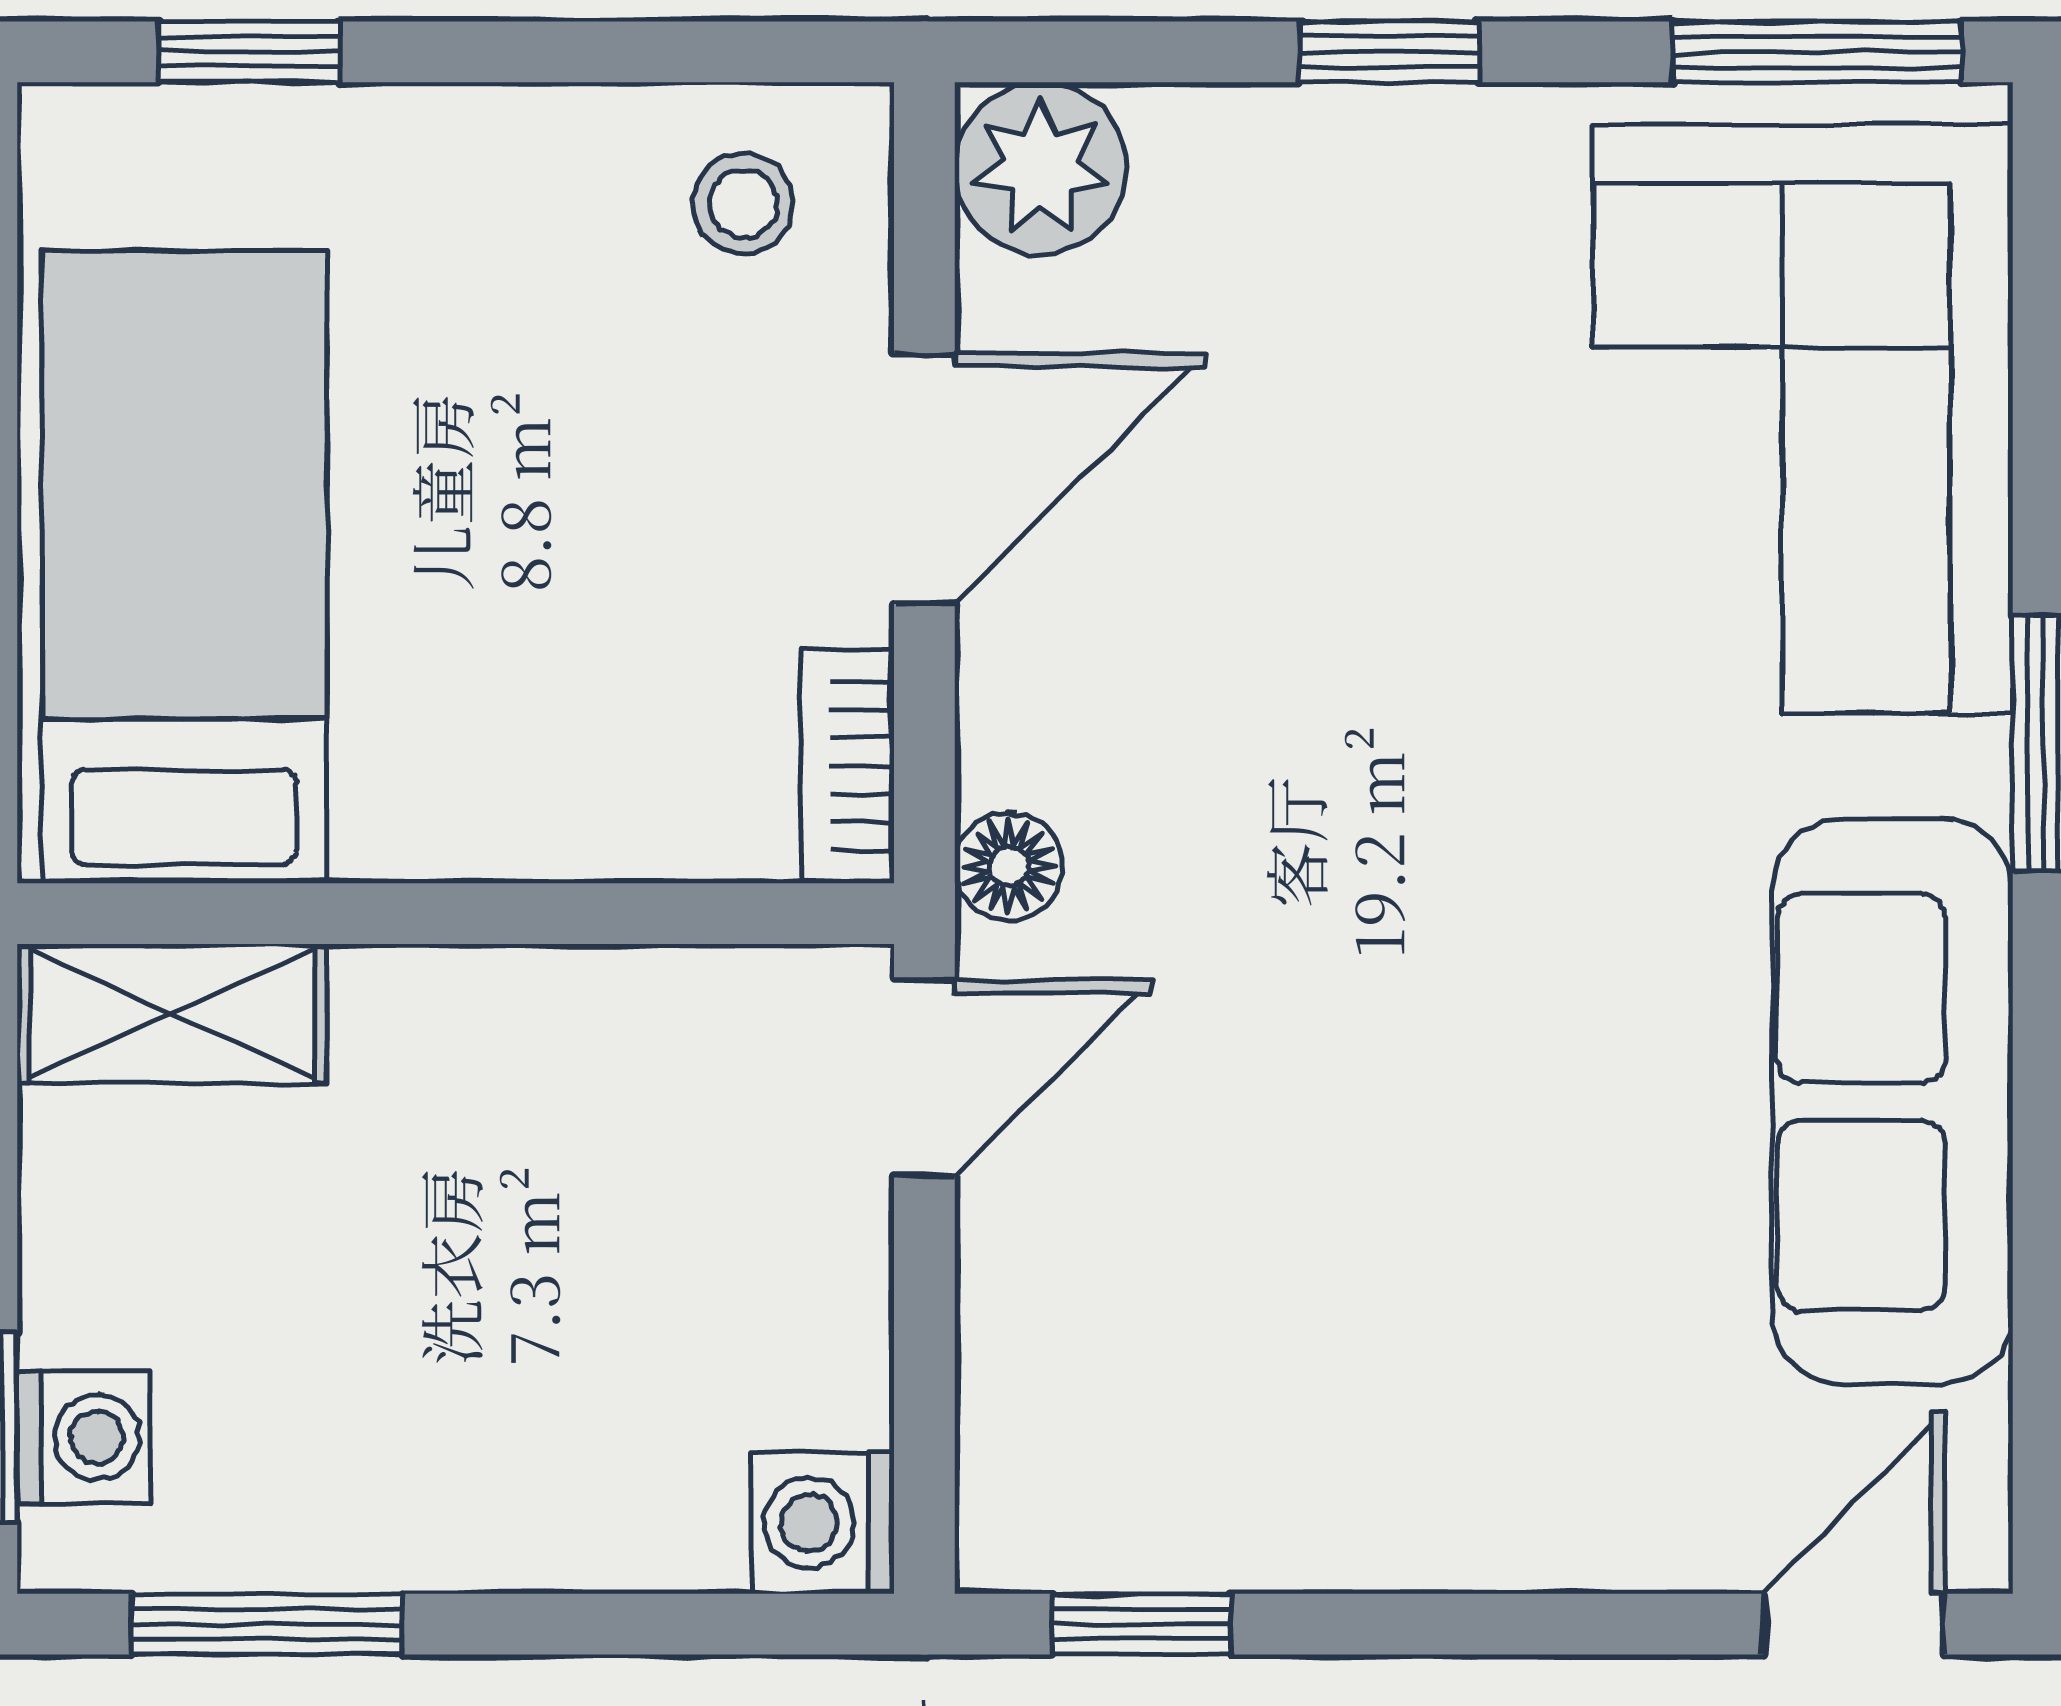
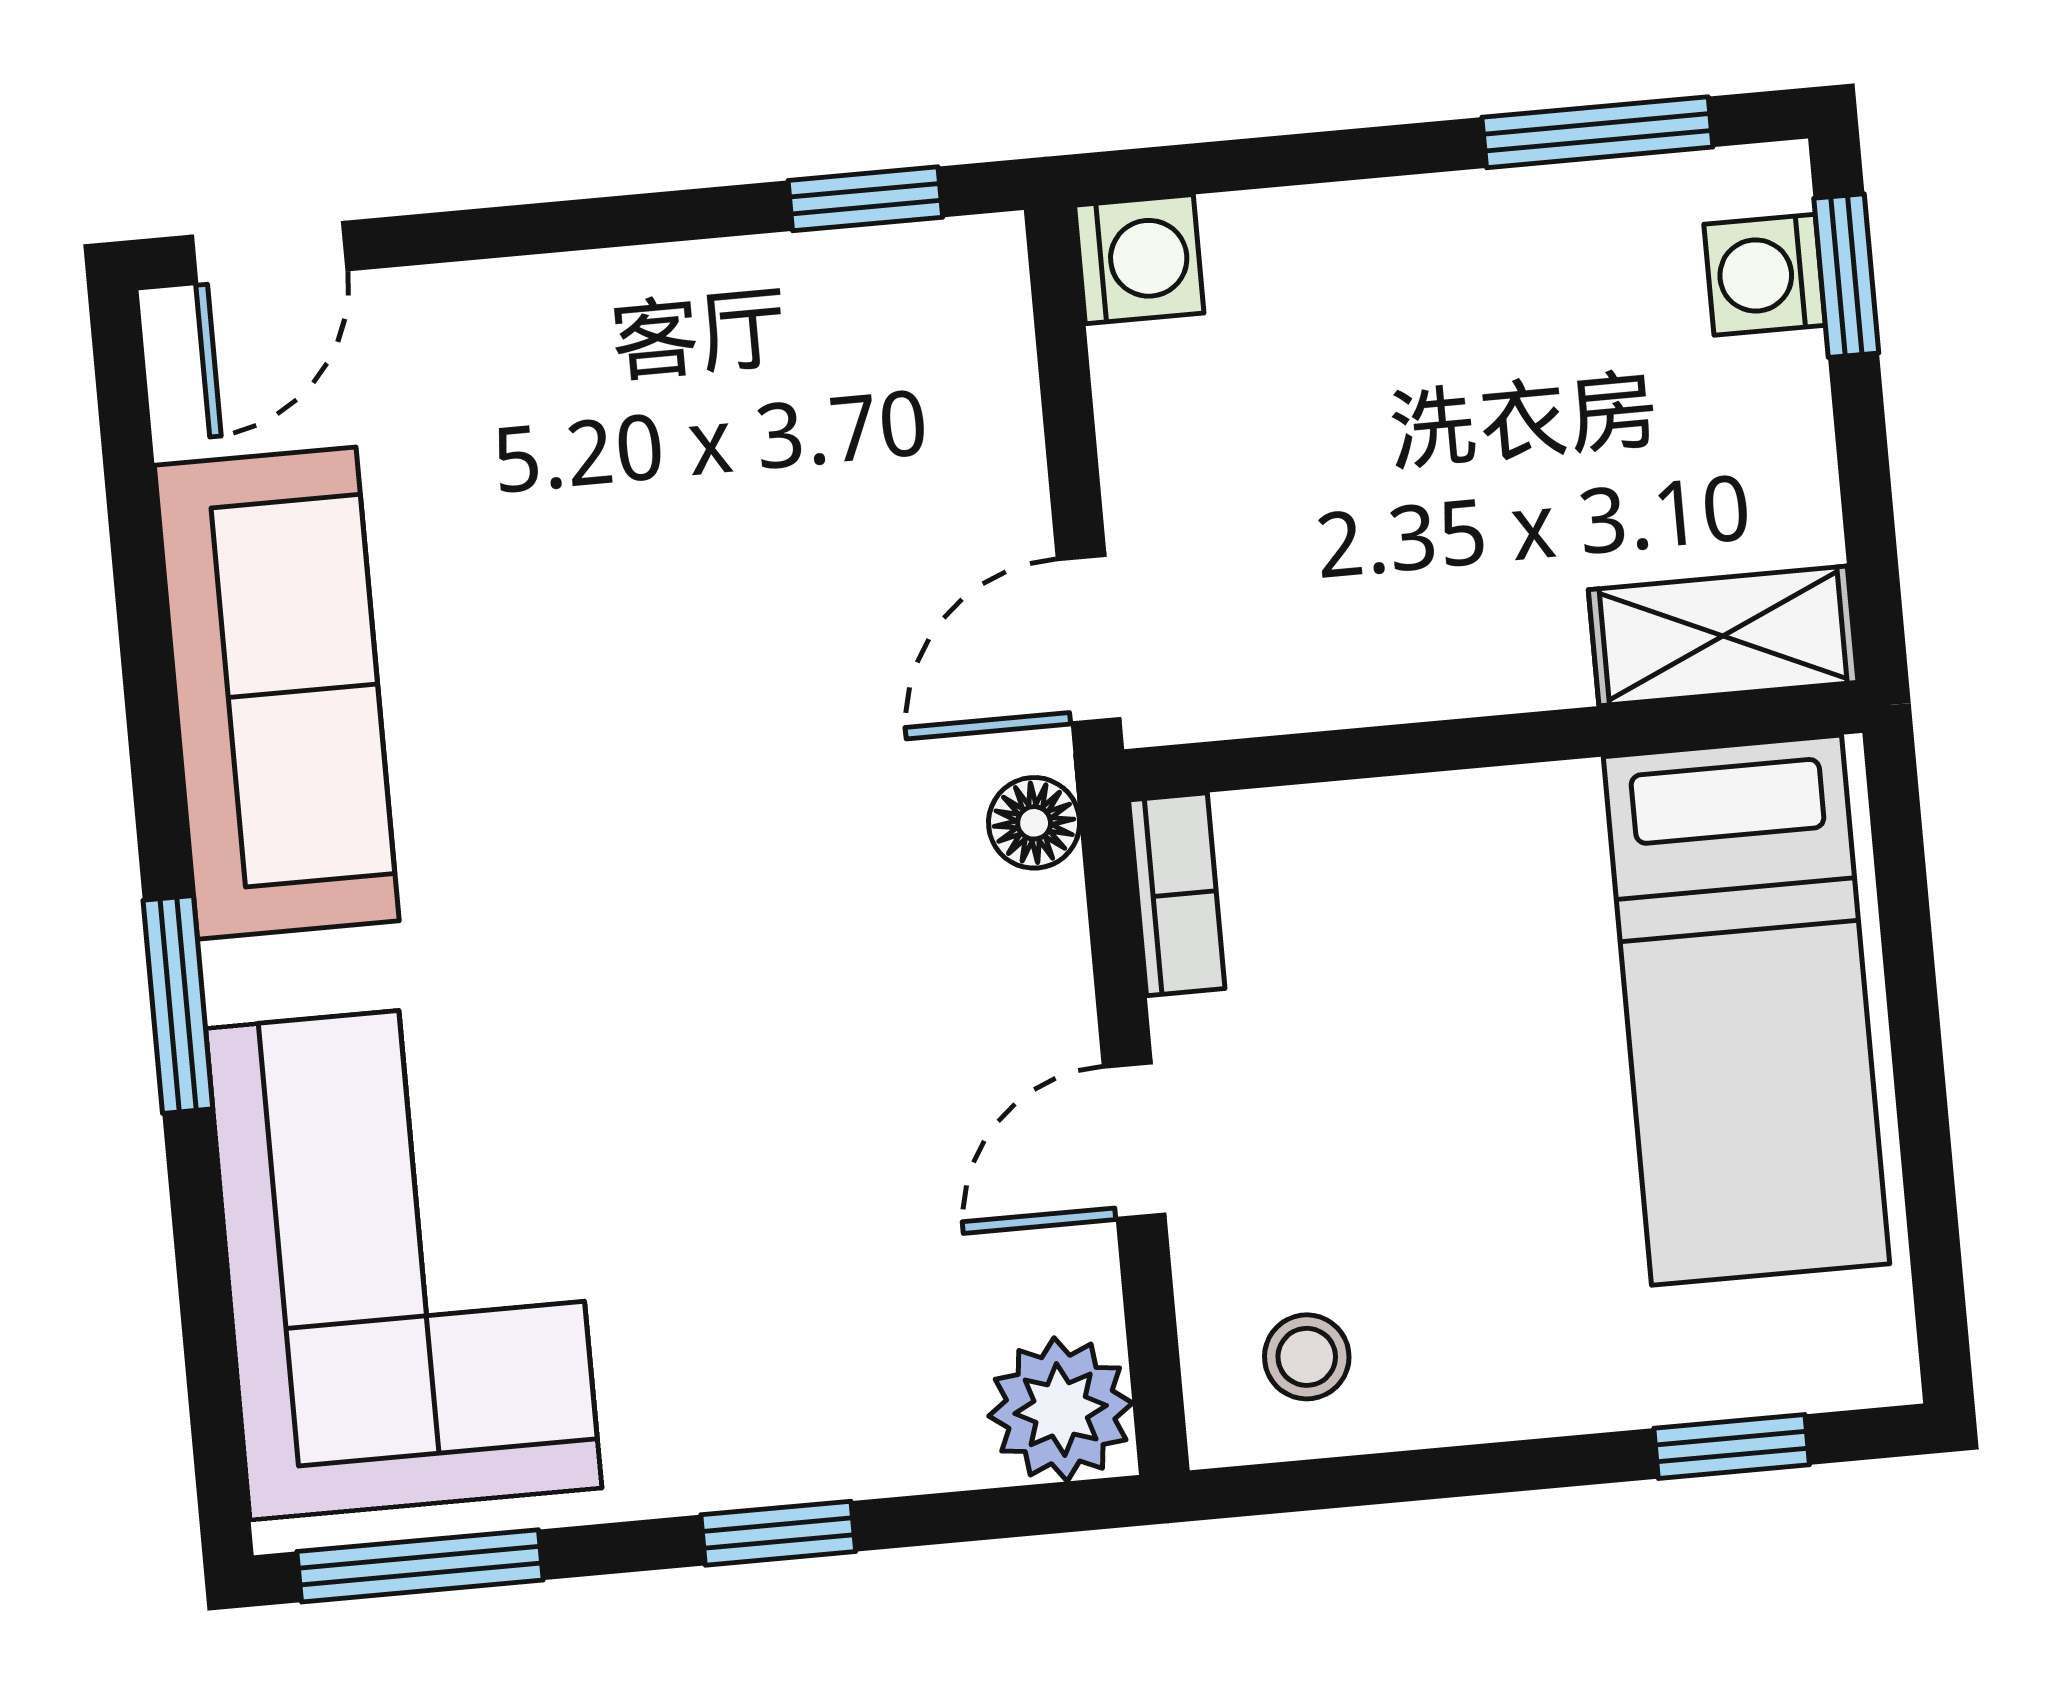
door: (924, 479) -> (1134, 1141), width x0.73

